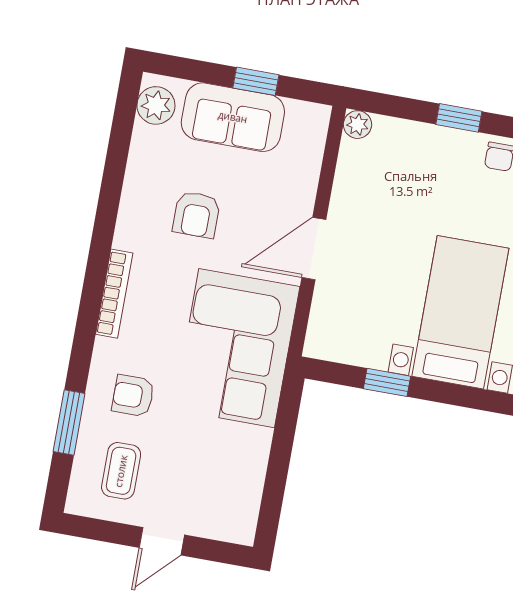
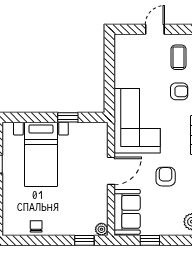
sofa: (233, 117) -> (127, 212), moved, turned 90
window: (459, 118) -> (84, 240), moved

